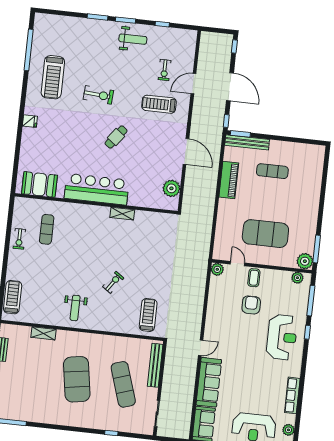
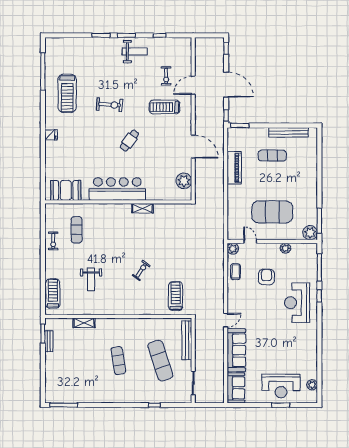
bench: (247, 142) -> (289, 132), moved
coffee table: (254, 278) -> (235, 272), moved
plant: (297, 278) -> (285, 248), moved
weight bench: (75, 308) -> (91, 279), moved
reception desk: (282, 337) -> (297, 303), turned 180
exercise mat: (77, 379) -> (118, 361), width x0.50, depth x0.69
row of seats: (292, 395) -> (312, 354), removed

